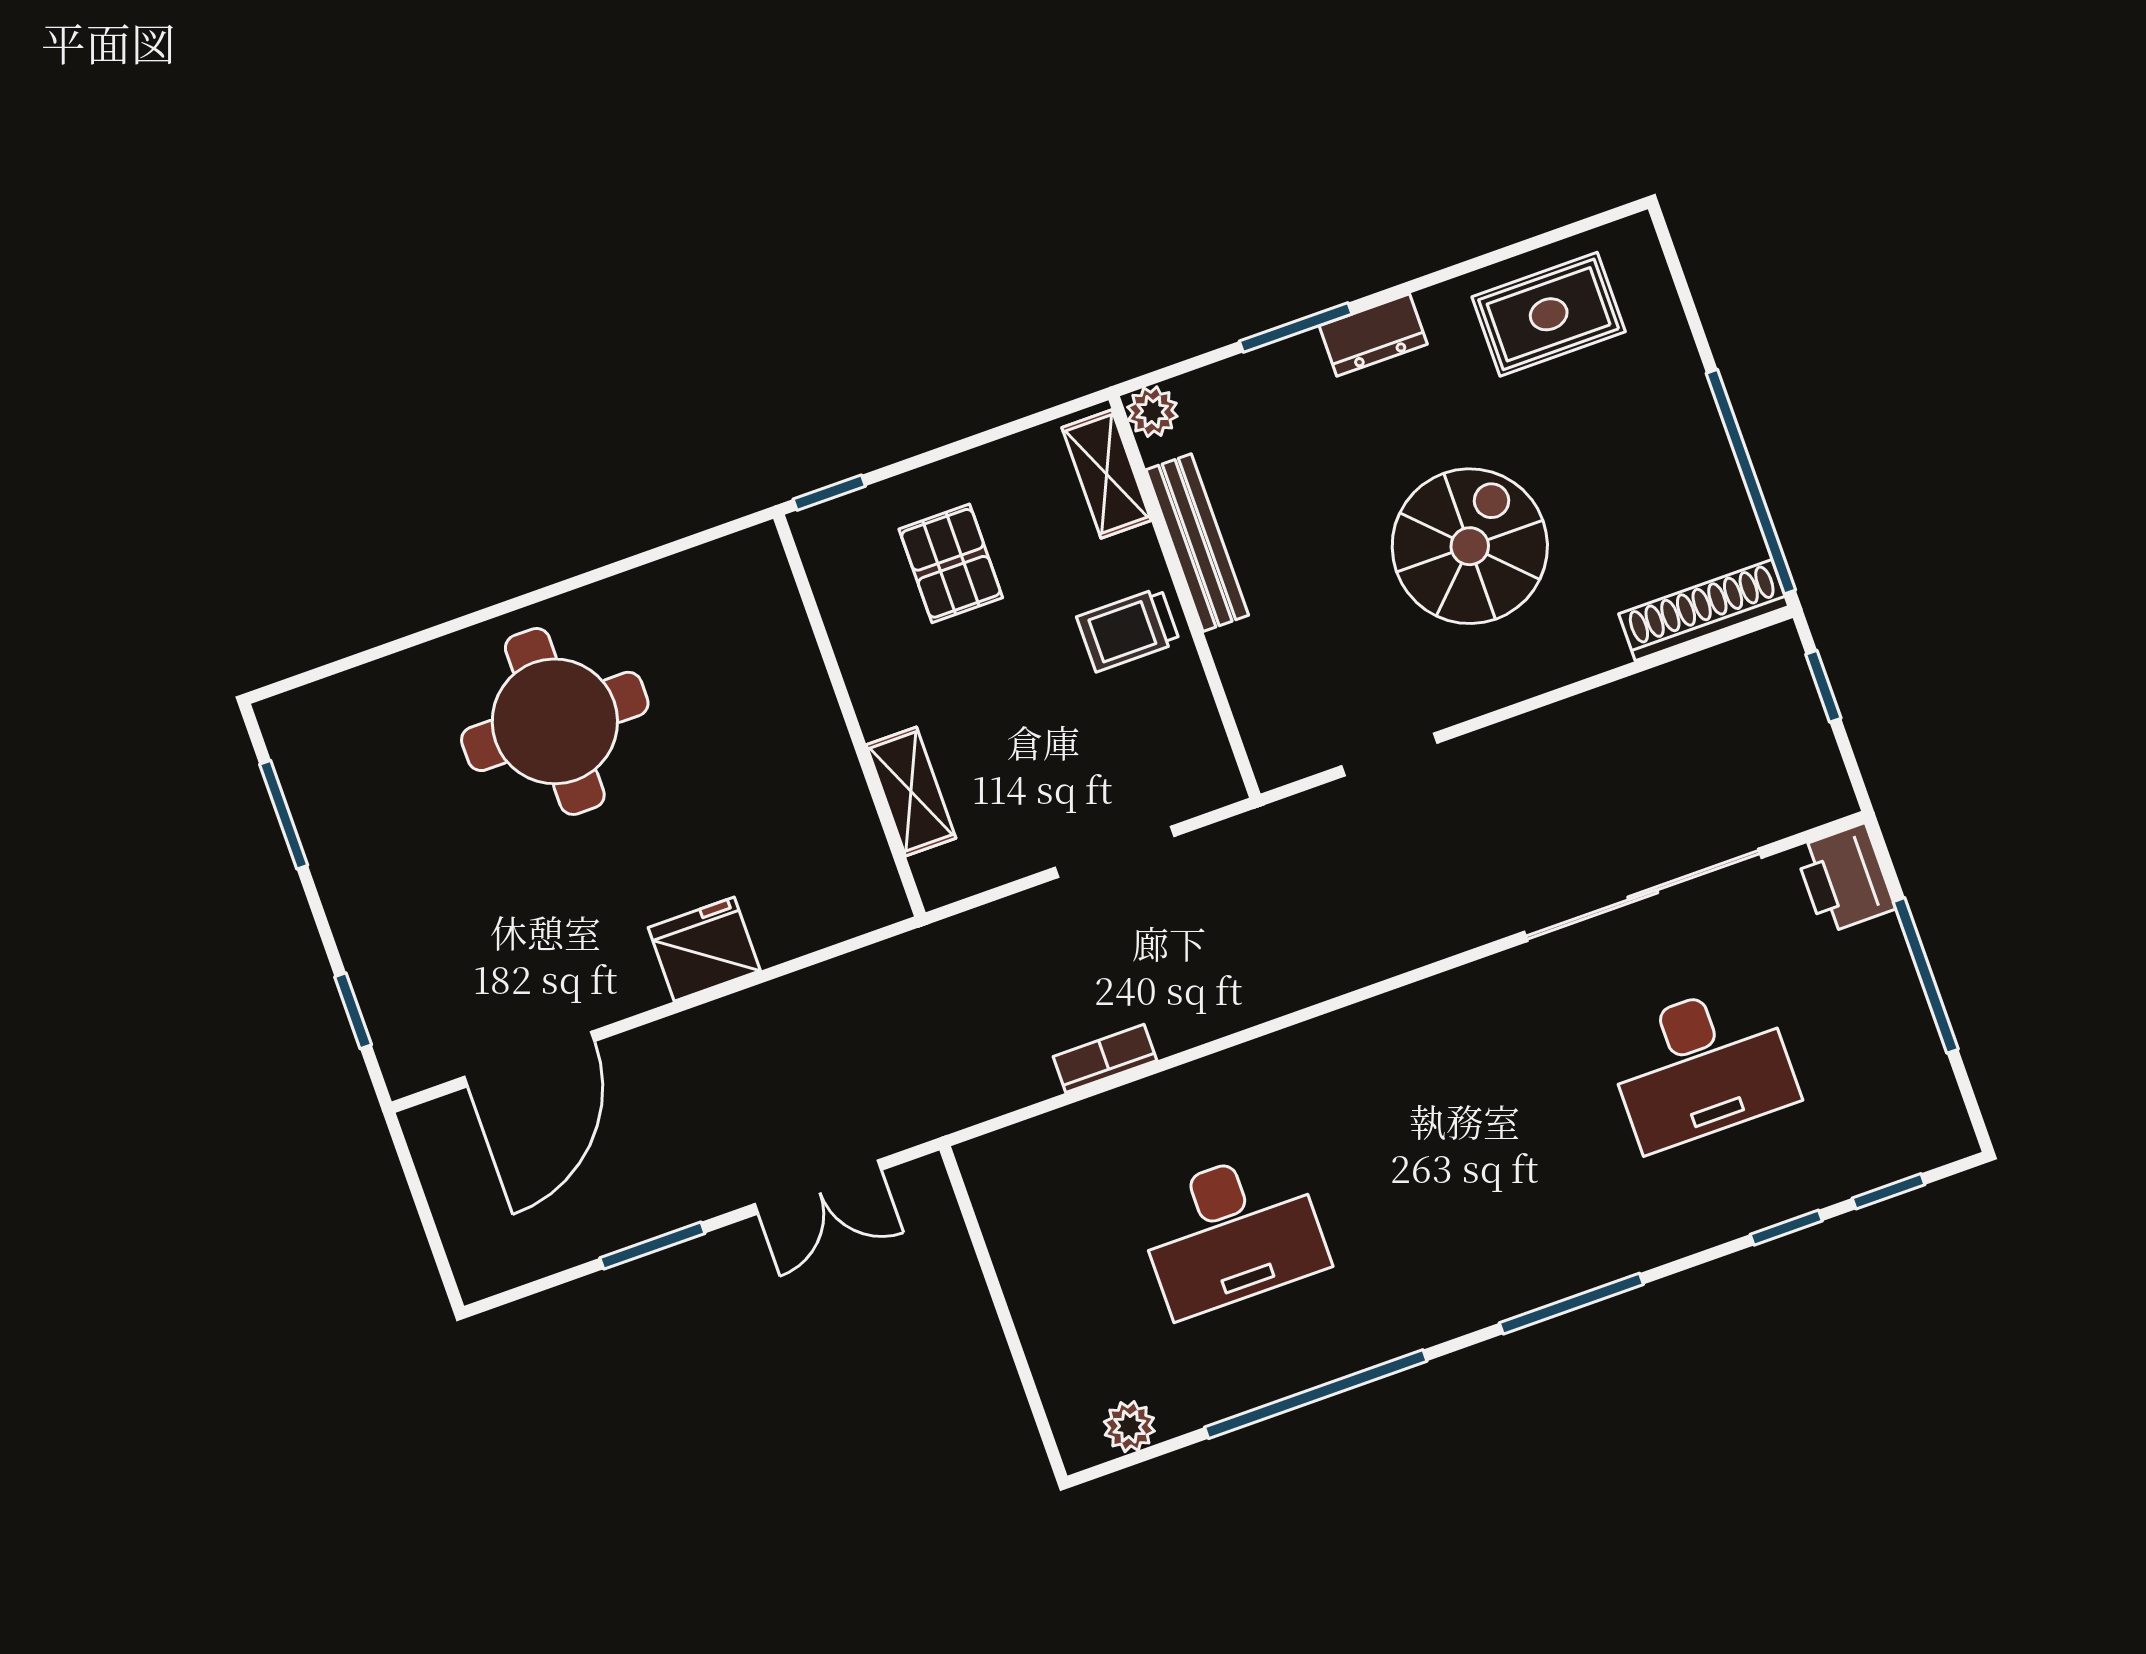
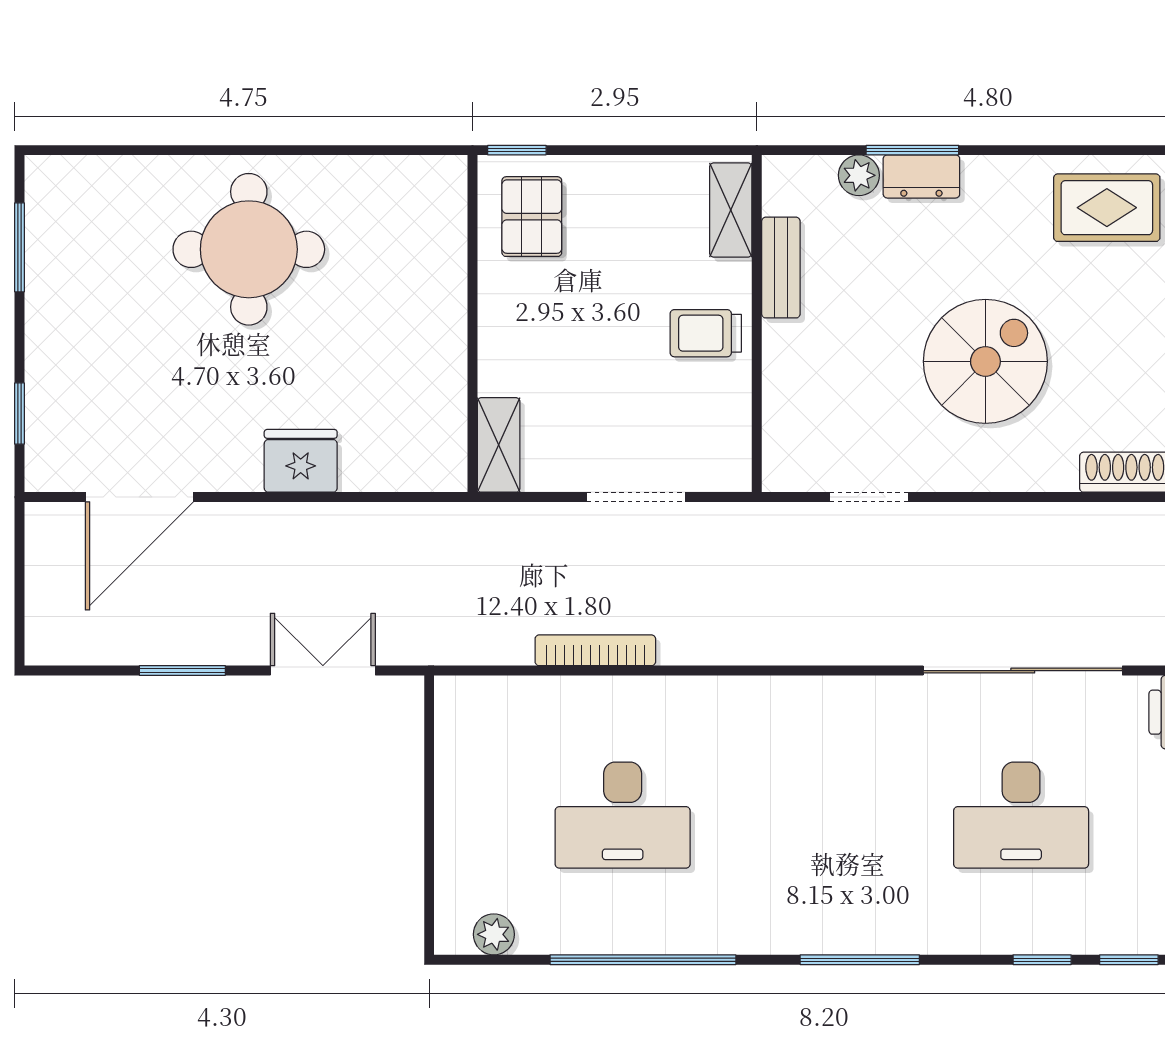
dresser: (1373, 335) -> (921, 176), moved
plant: (1152, 412) -> (859, 175), moved
bench: (1197, 543) -> (781, 268), width x0.73
pallet: (951, 563) -> (532, 217), moved
shelving: (911, 791) -> (499, 445), moved
bookcase: (1105, 1058) -> (595, 650), width x1.56
double door: (818, 1187) -> (323, 671), swing flipped

